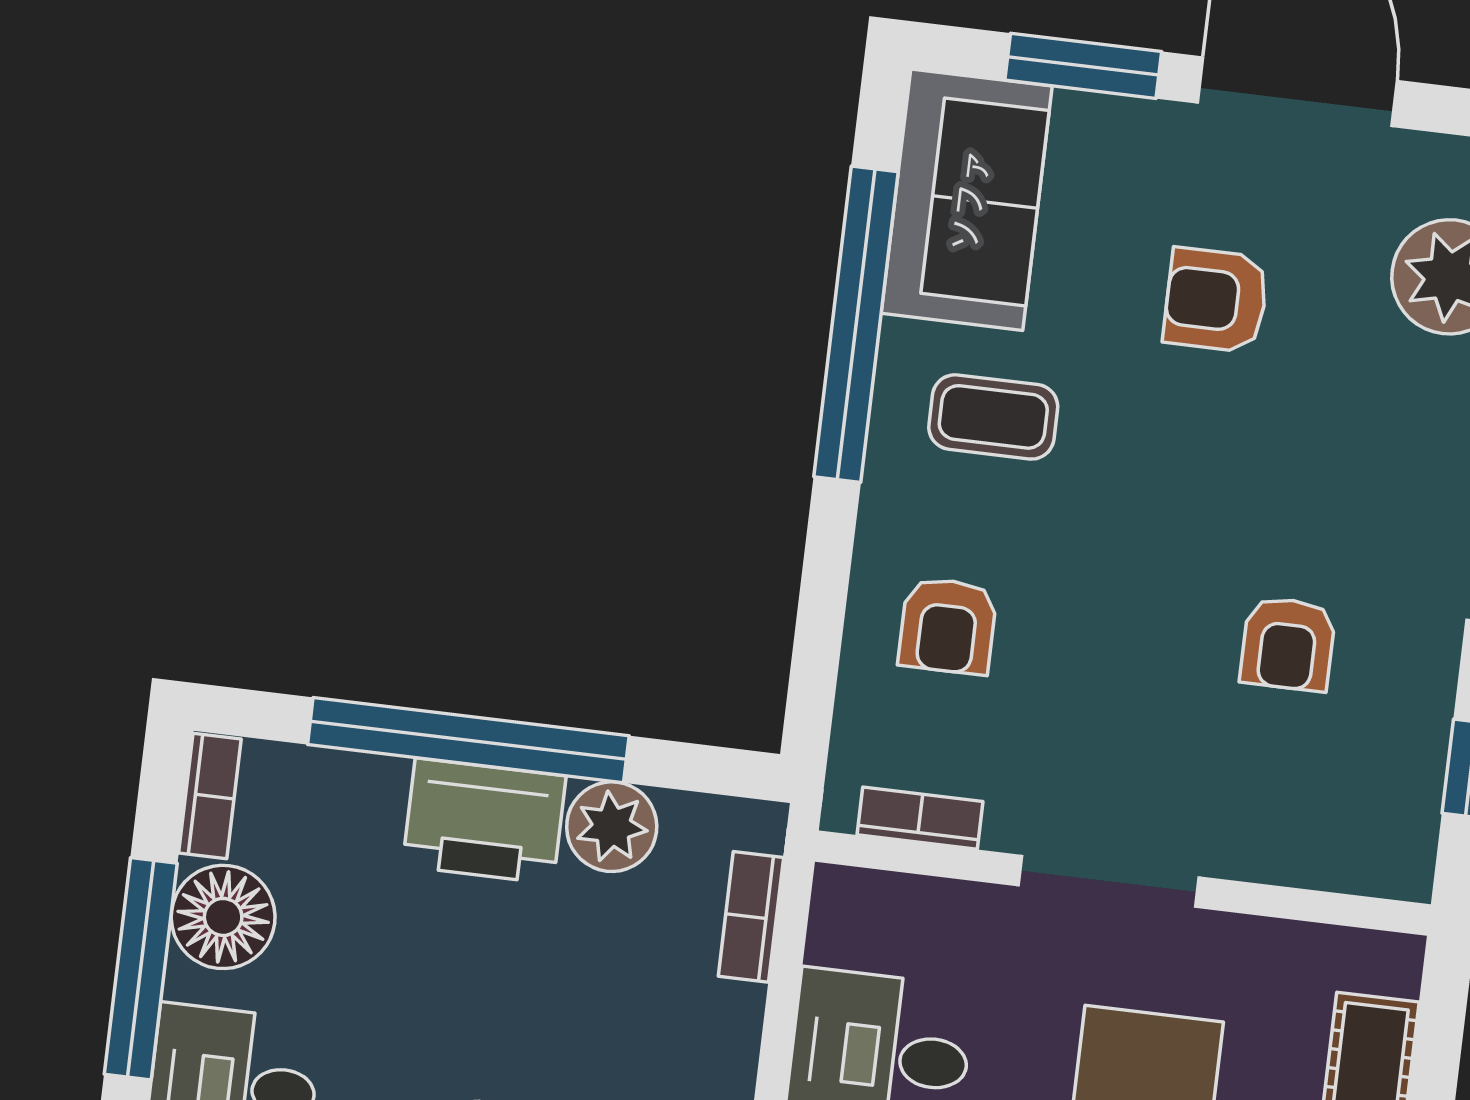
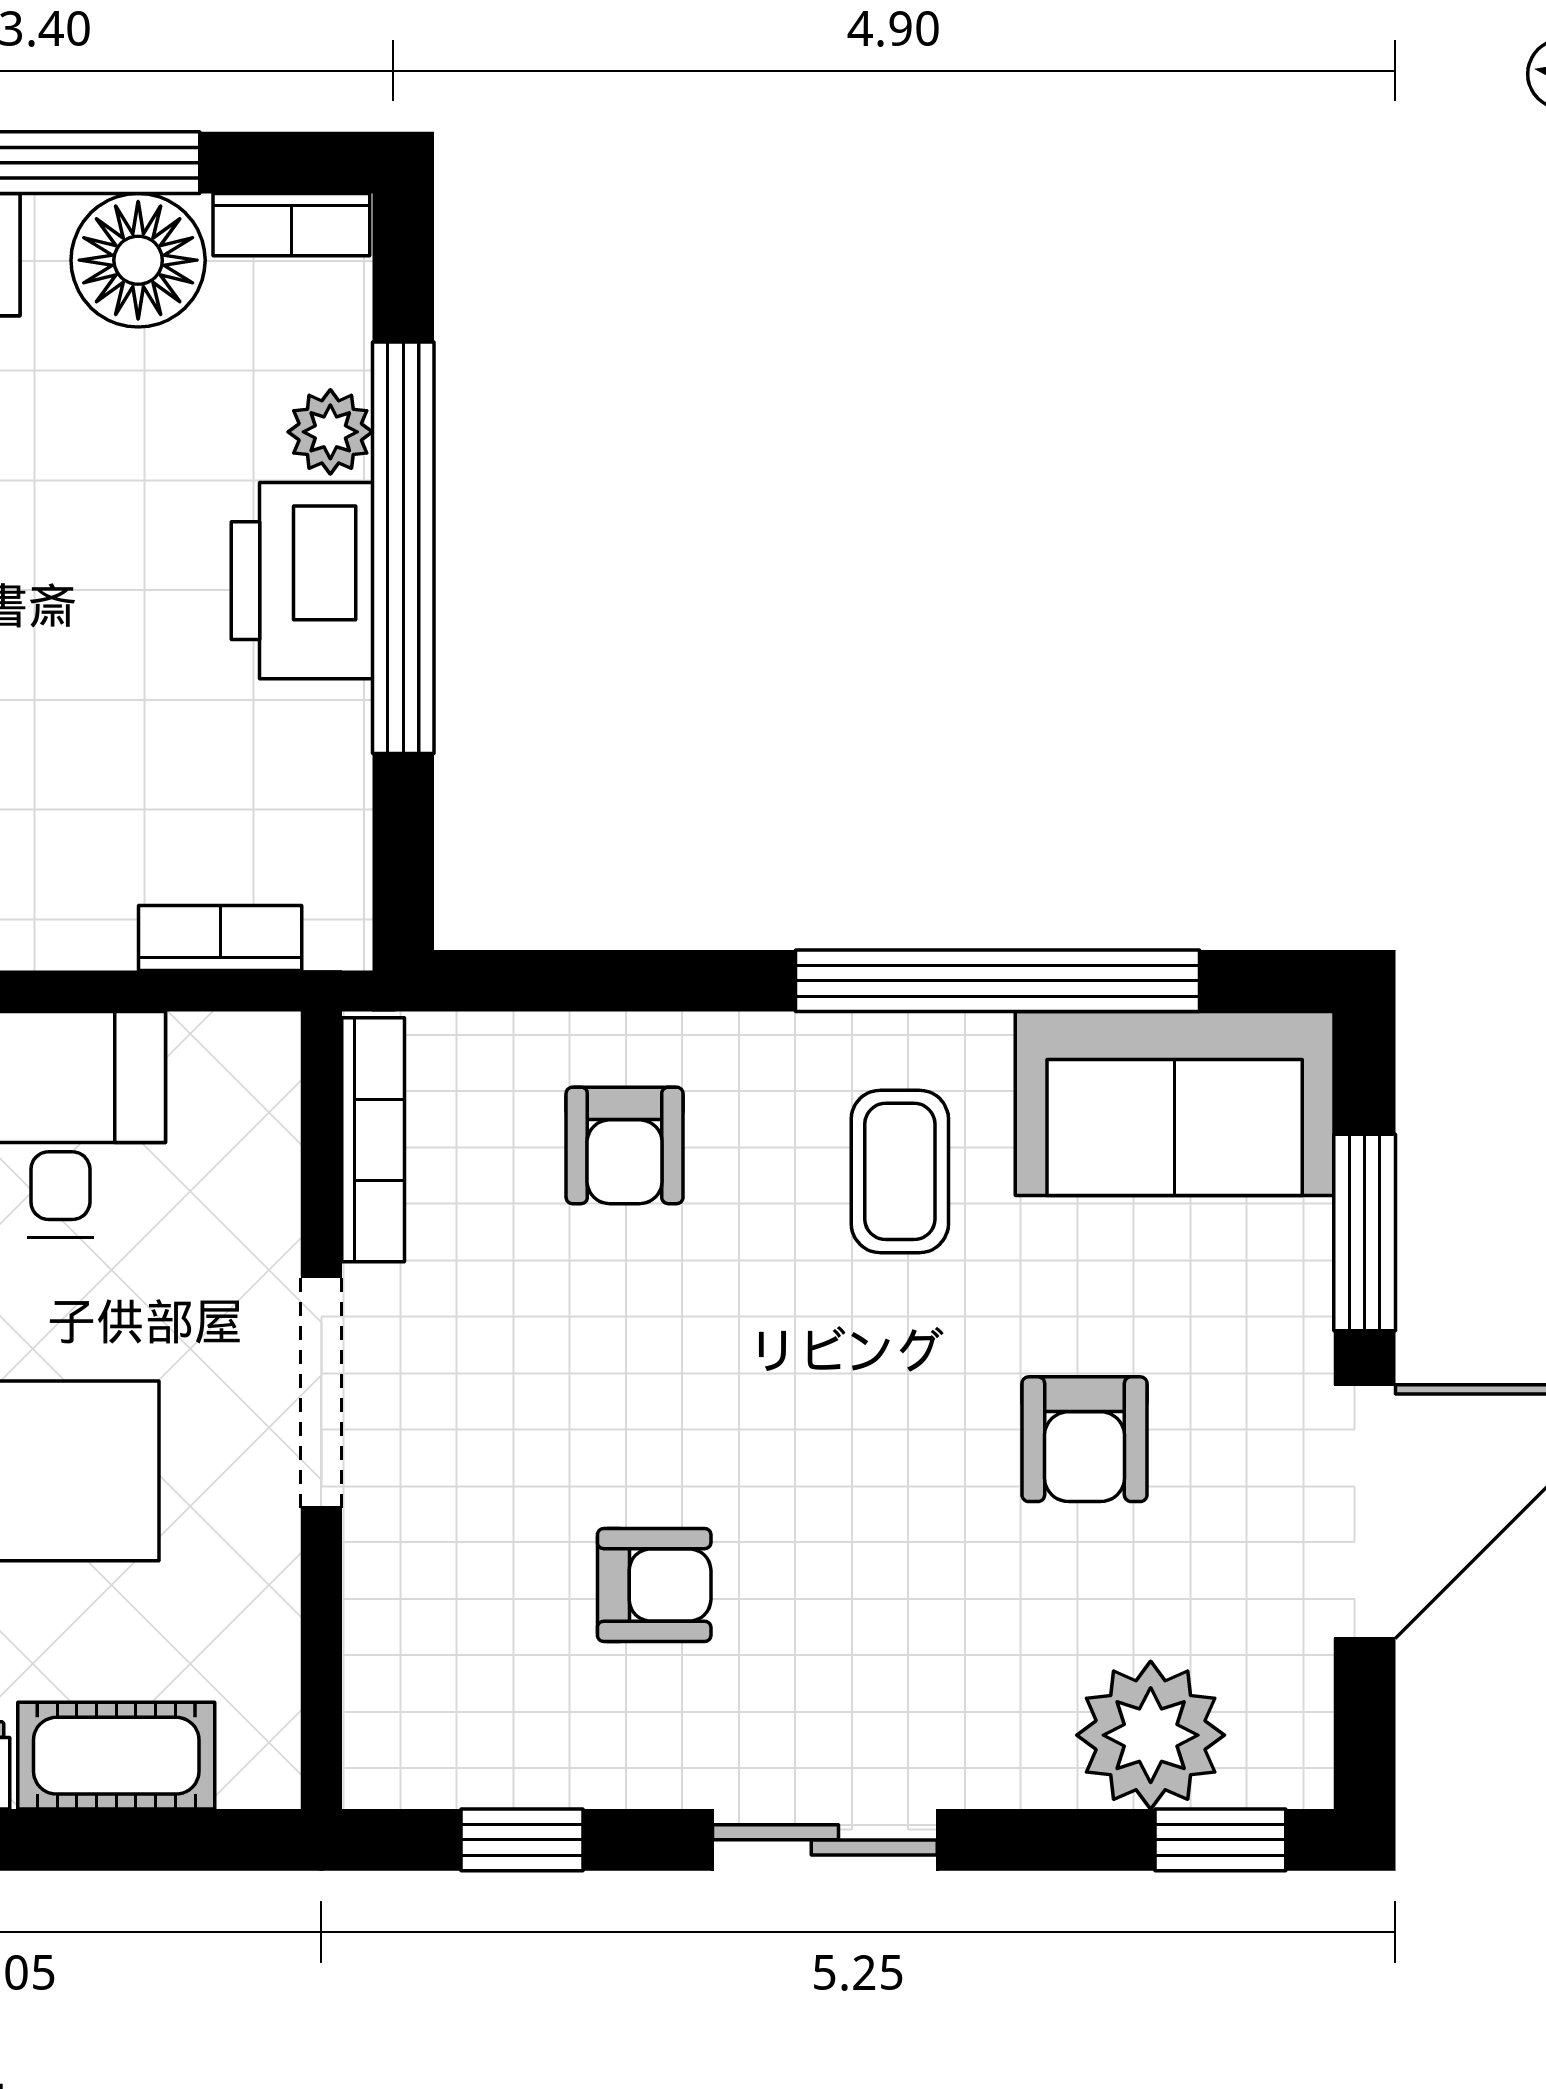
armchair: (1216, 300) -> (1085, 1439), turned 180
armchair: (948, 626) -> (625, 1145), turned -90
armchair: (1288, 644) -> (654, 1585), turned 180
bookcase: (920, 818) -> (373, 1140), width x1.56
plant: (612, 827) -> (330, 432), moved, width x0.73, depth x0.73

